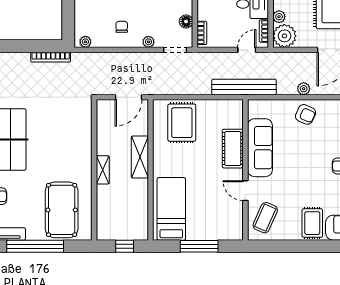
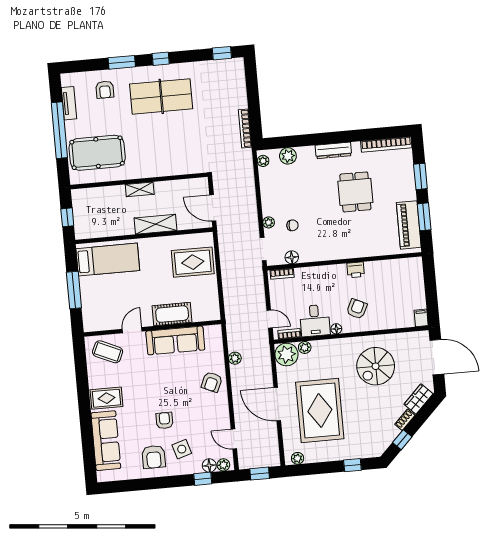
plant: (83, 16) -> (288, 156), added
chair: (122, 27) -> (292, 225), moved
bench: (244, 87) -> (233, 319), removed
plant: (304, 89) -> (235, 358), moved

